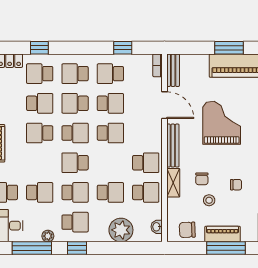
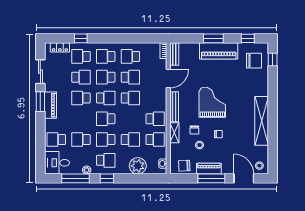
window: (123, 48) -> (139, 38), removed
door: (164, 105) -> (168, 78), hinge flipped
grand piano: (222, 123) -> (212, 102), moved
school desk: (40, 192) -> (81, 140), turned 180
school desk: (75, 192) -> (106, 140), turned 180

